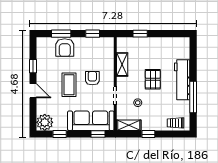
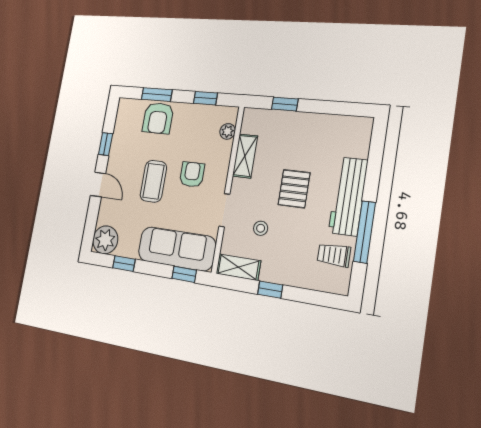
plant: (109, 52) -> (228, 131), added
trolley: (175, 123) -> (334, 255), moved

